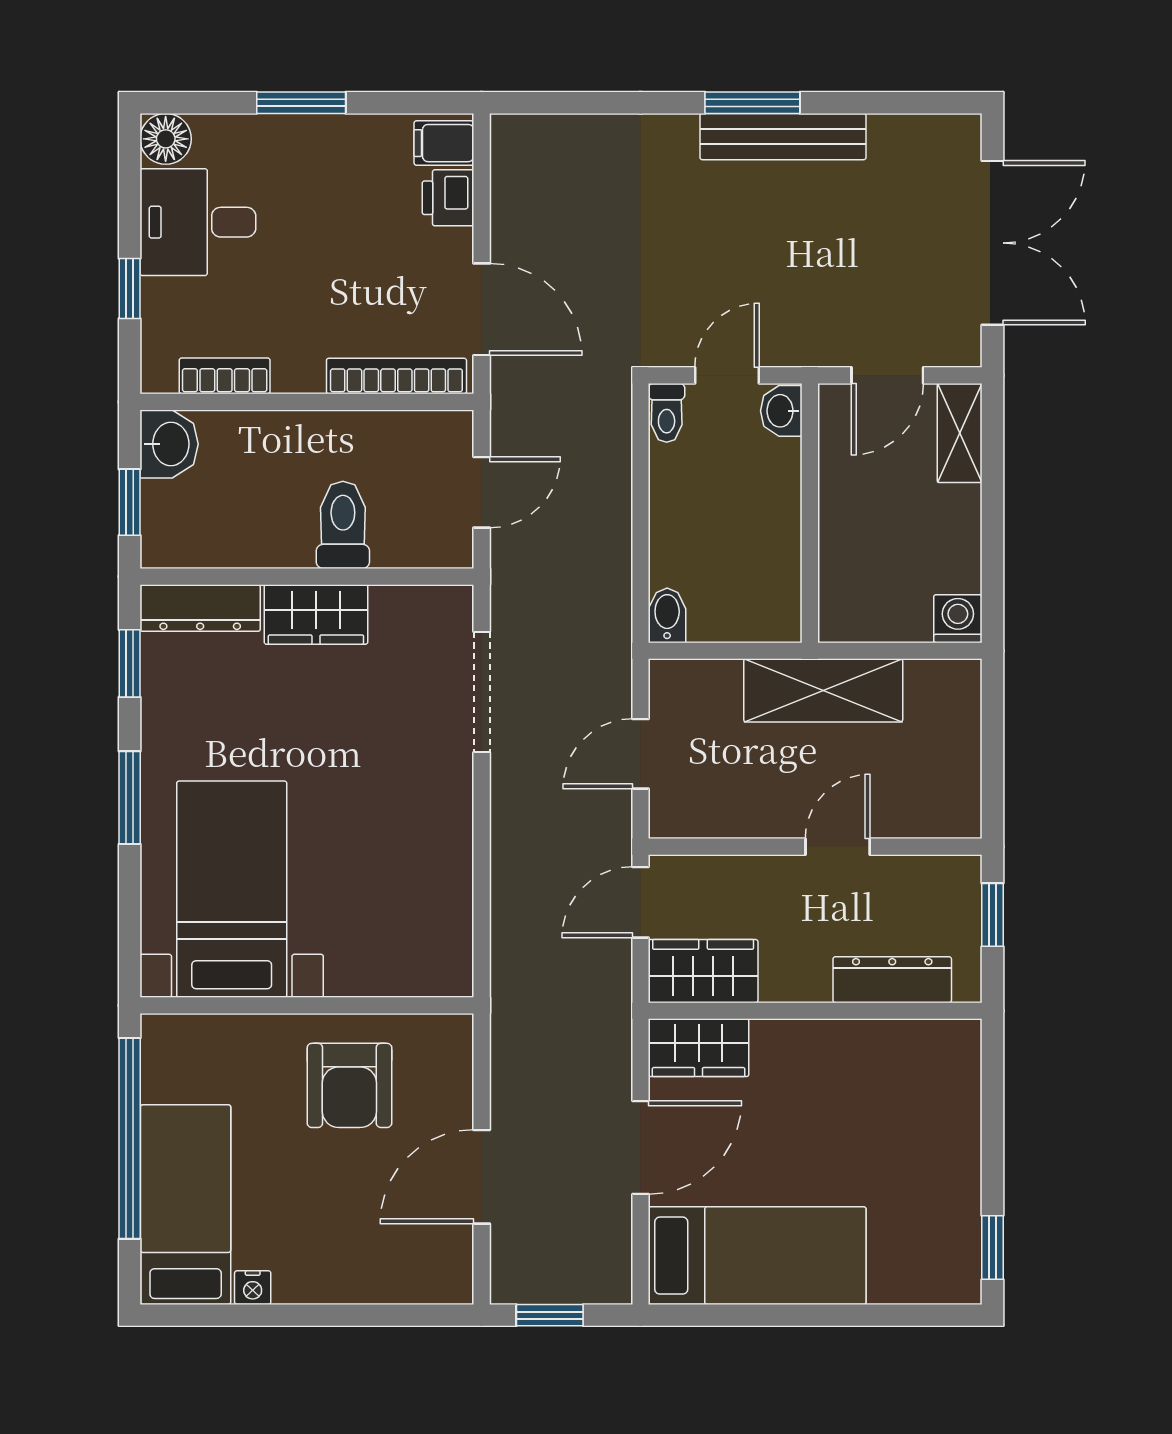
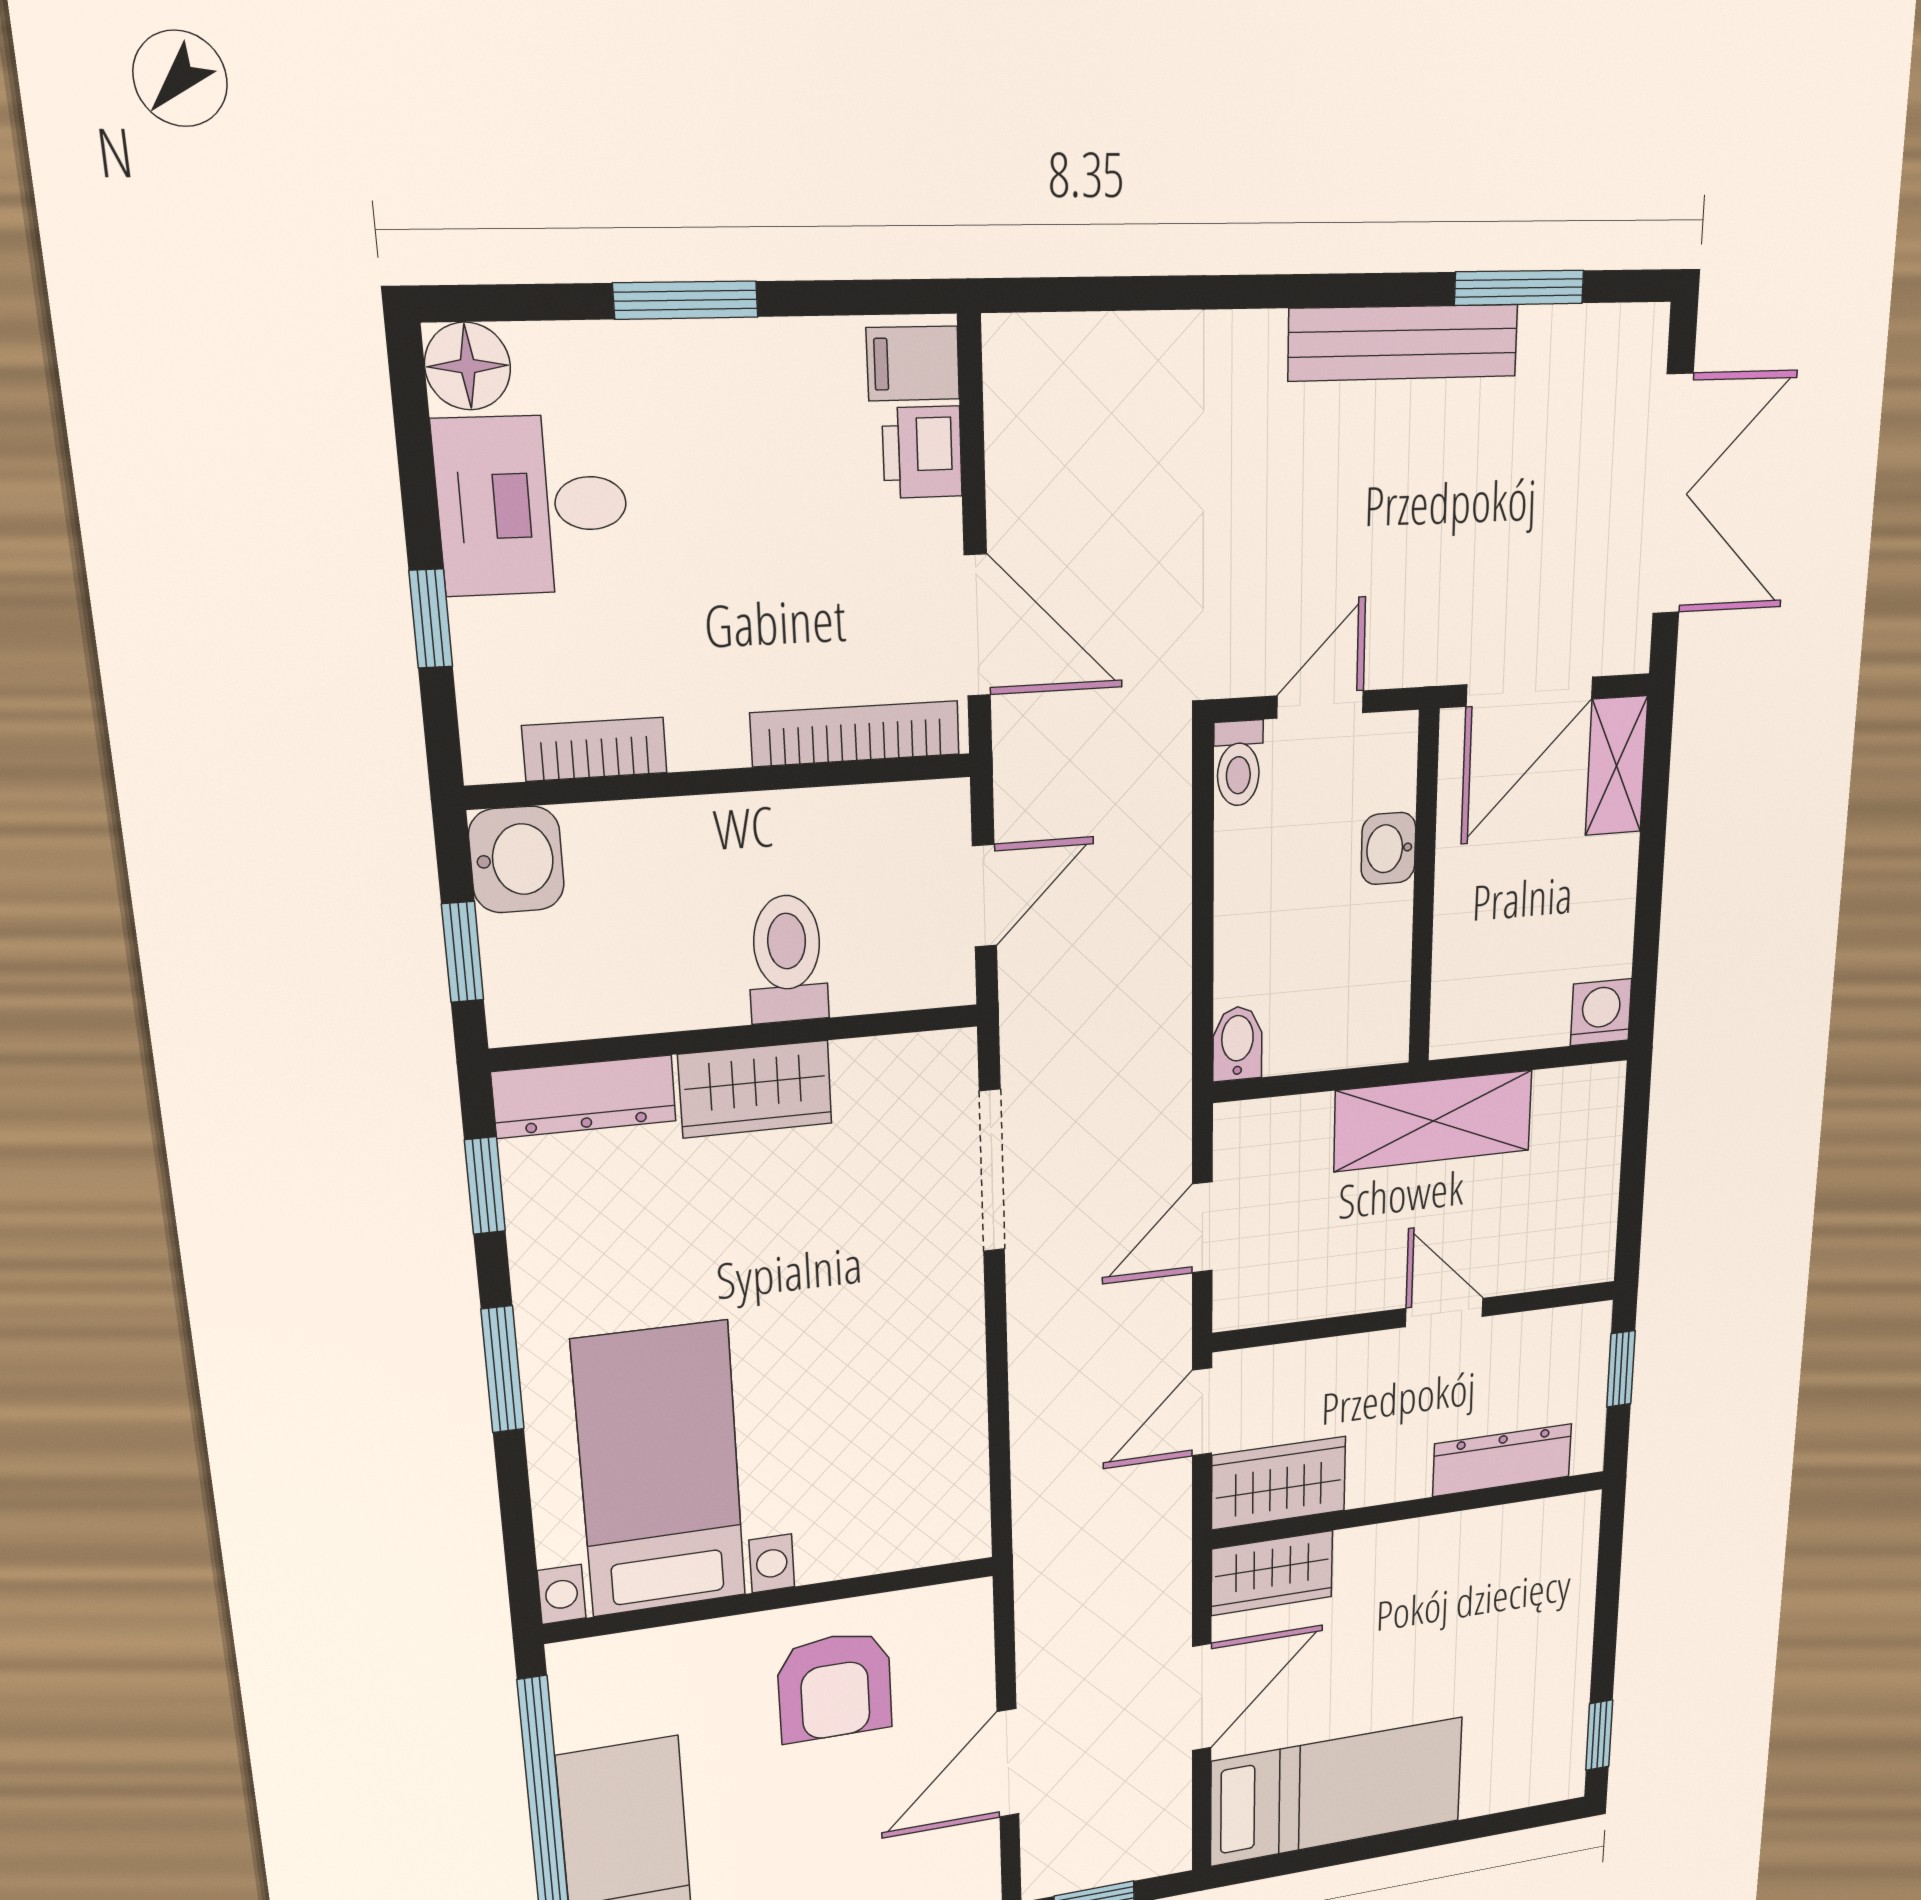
window: (752, 103) -> (1519, 288), moved
door: (887, 375) -> (1530, 692), width x1.38
washbasin: (781, 411) -> (1388, 848), moved
door: (838, 847) -> (1444, 1312), hinge flipped

